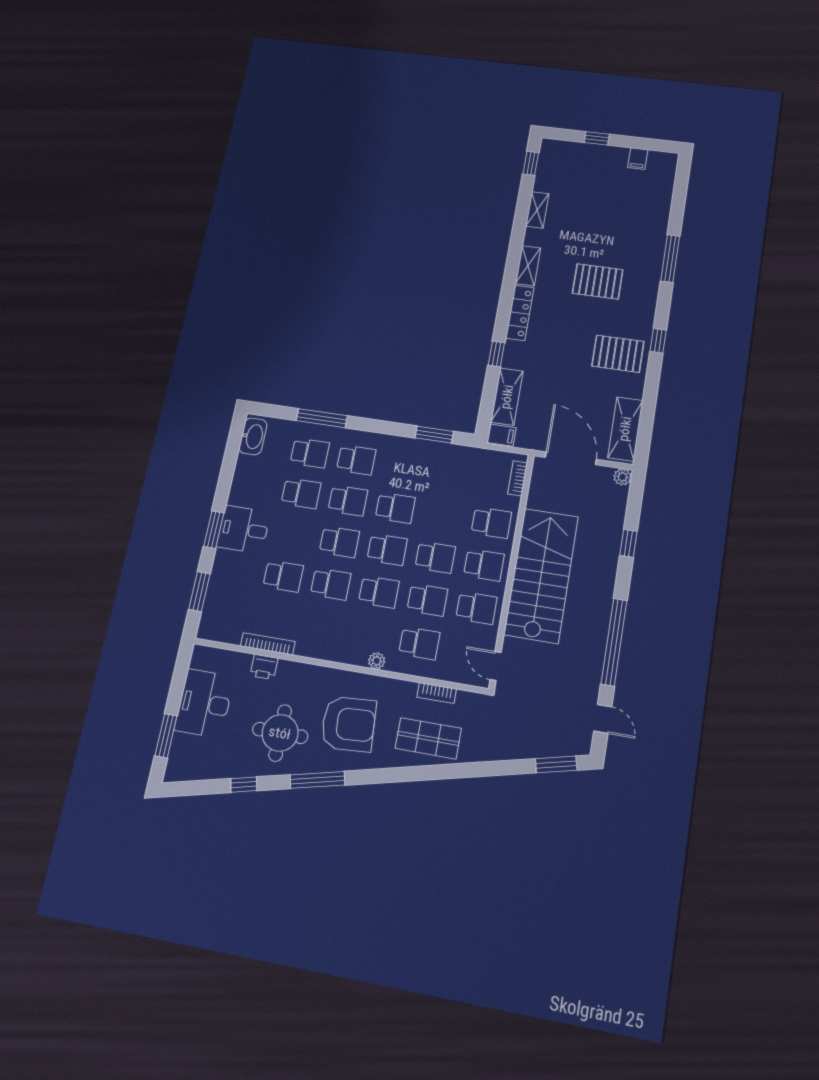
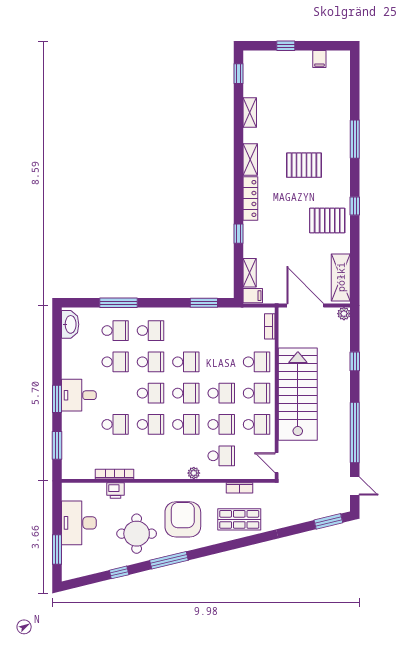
shelving: (507, 397) -> (250, 273), width x0.67, depth x0.75
armchair: (349, 724) -> (183, 519), turned -86

